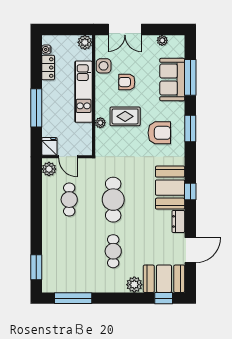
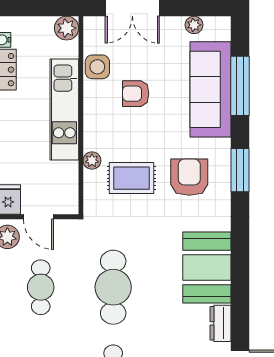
sofa: (172, 80) -> (210, 89), width x1.36
rug: (125, 116) -> (132, 178), moved
armchair: (159, 133) -> (189, 177), turned -90
window: (190, 191) -> (240, 274), removed

